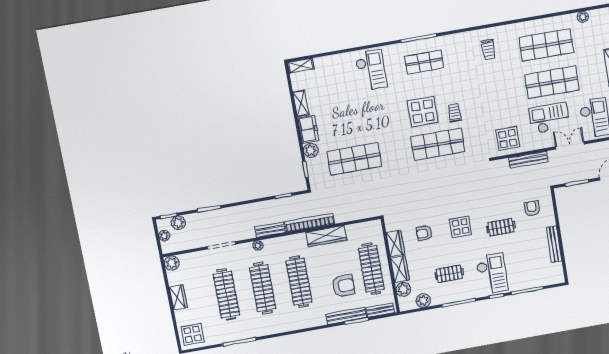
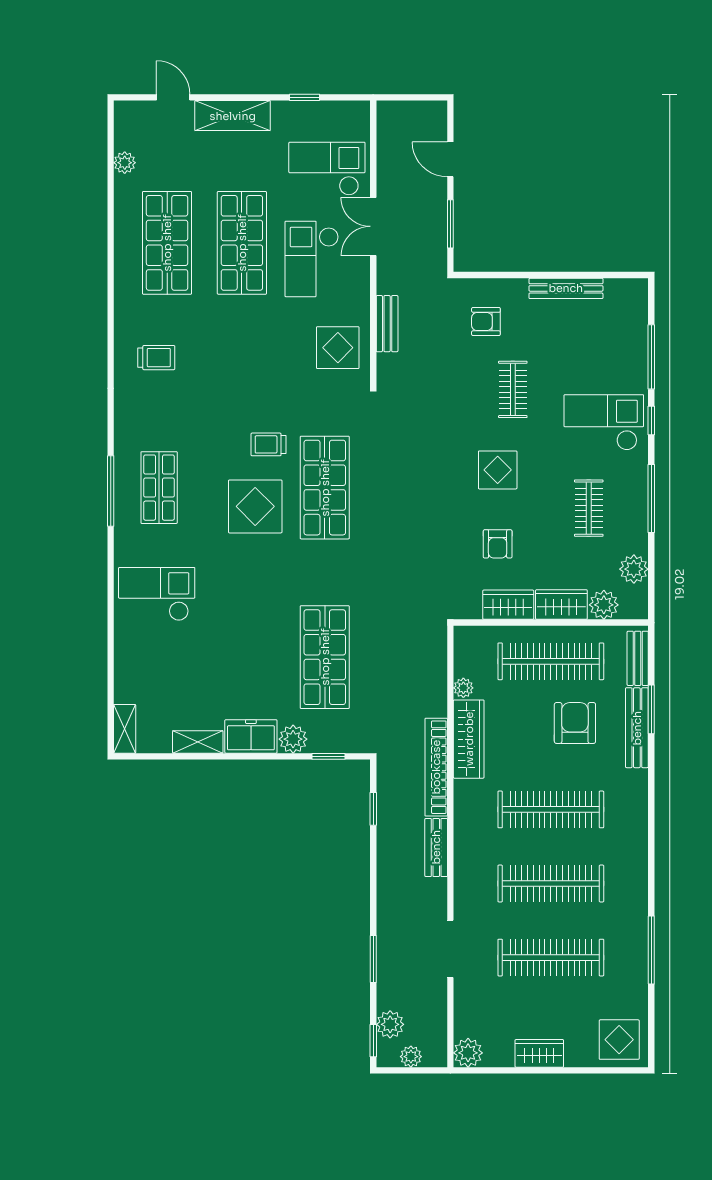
bench: (528, 160) -> (387, 324), width x0.73
plant: (258, 246) -> (463, 688), moved

